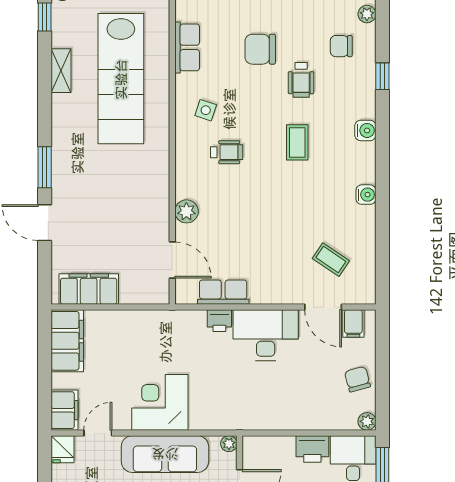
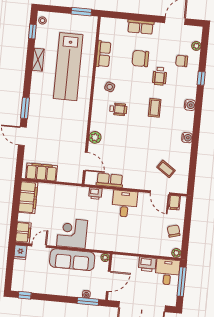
printer: (219, 321) -> (95, 193), moved
desk: (266, 335) -> (125, 204), width x0.73

